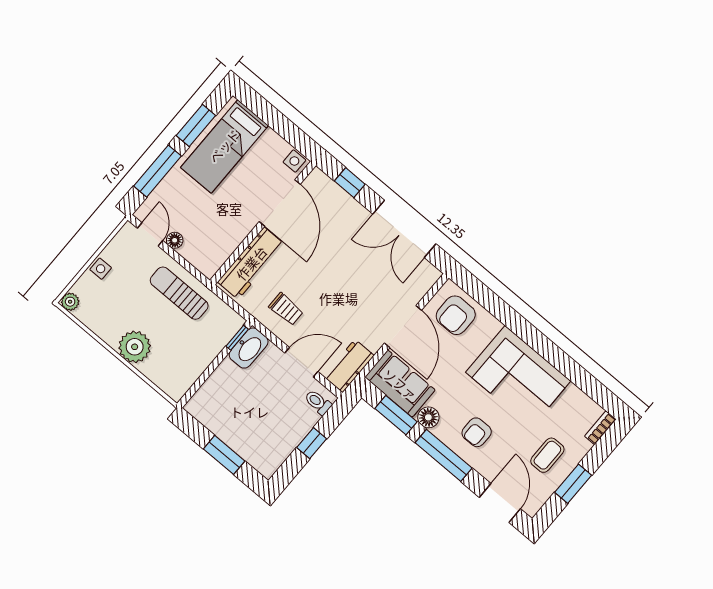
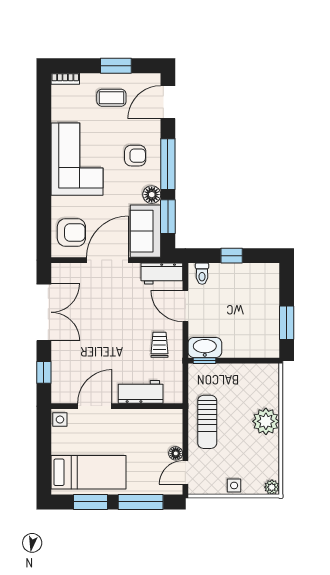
door: (280, 203) -> (95, 406), width x0.73
workbench: (251, 263) -> (141, 392), width x0.73
window: (224, 455) -> (287, 323), moved

